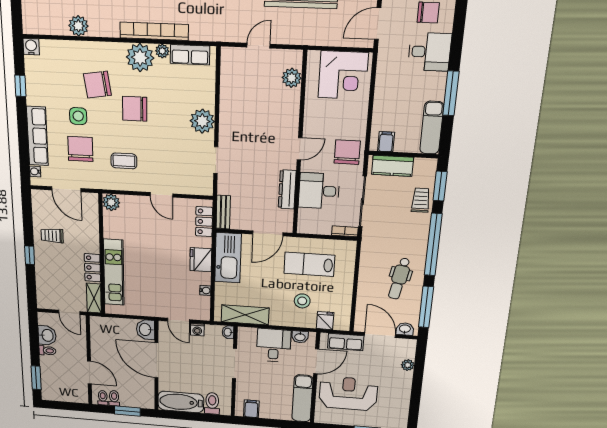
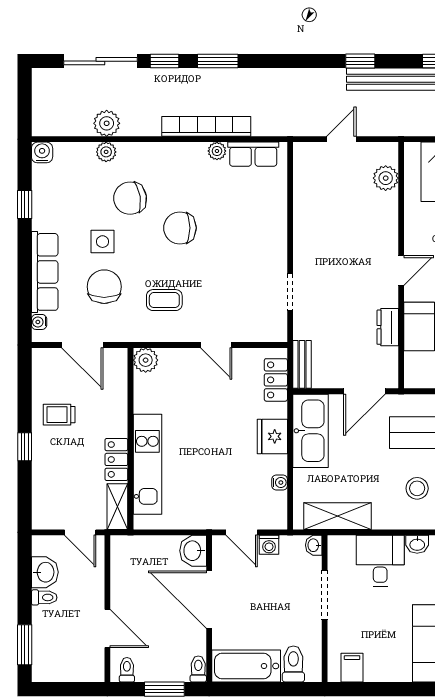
plant: (140, 58) -> (106, 152), moved, width x0.53, depth x0.53
plant: (202, 121) -> (271, 240), removed
dresser: (287, 189) -> (388, 327), width x0.70
toilet: (114, 398) -> (198, 669), moved

